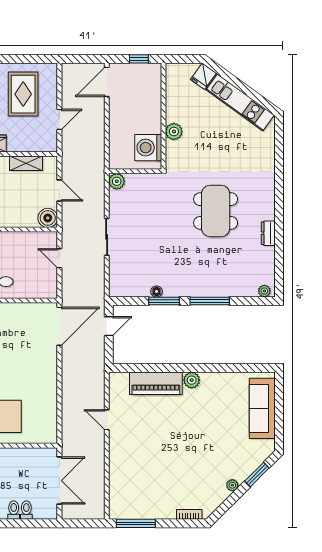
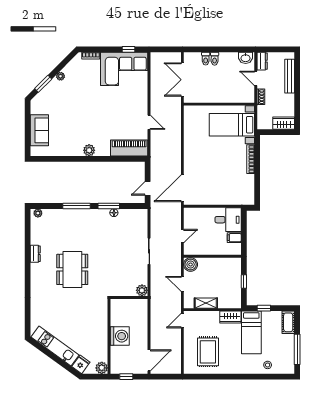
door: (59, 119) -> (182, 321), moved
plant: (174, 132) -> (102, 368), moved
washing machine: (148, 148) -> (120, 336), moved
door: (59, 258) -> (182, 236), hinge flipped
piano: (156, 383) -> (129, 148), moved
sofa: (262, 408) -> (39, 130), width x0.73
corner sofa: (142, 496) -> (124, 69), added
window: (136, 523) -> (129, 49), width x0.46

